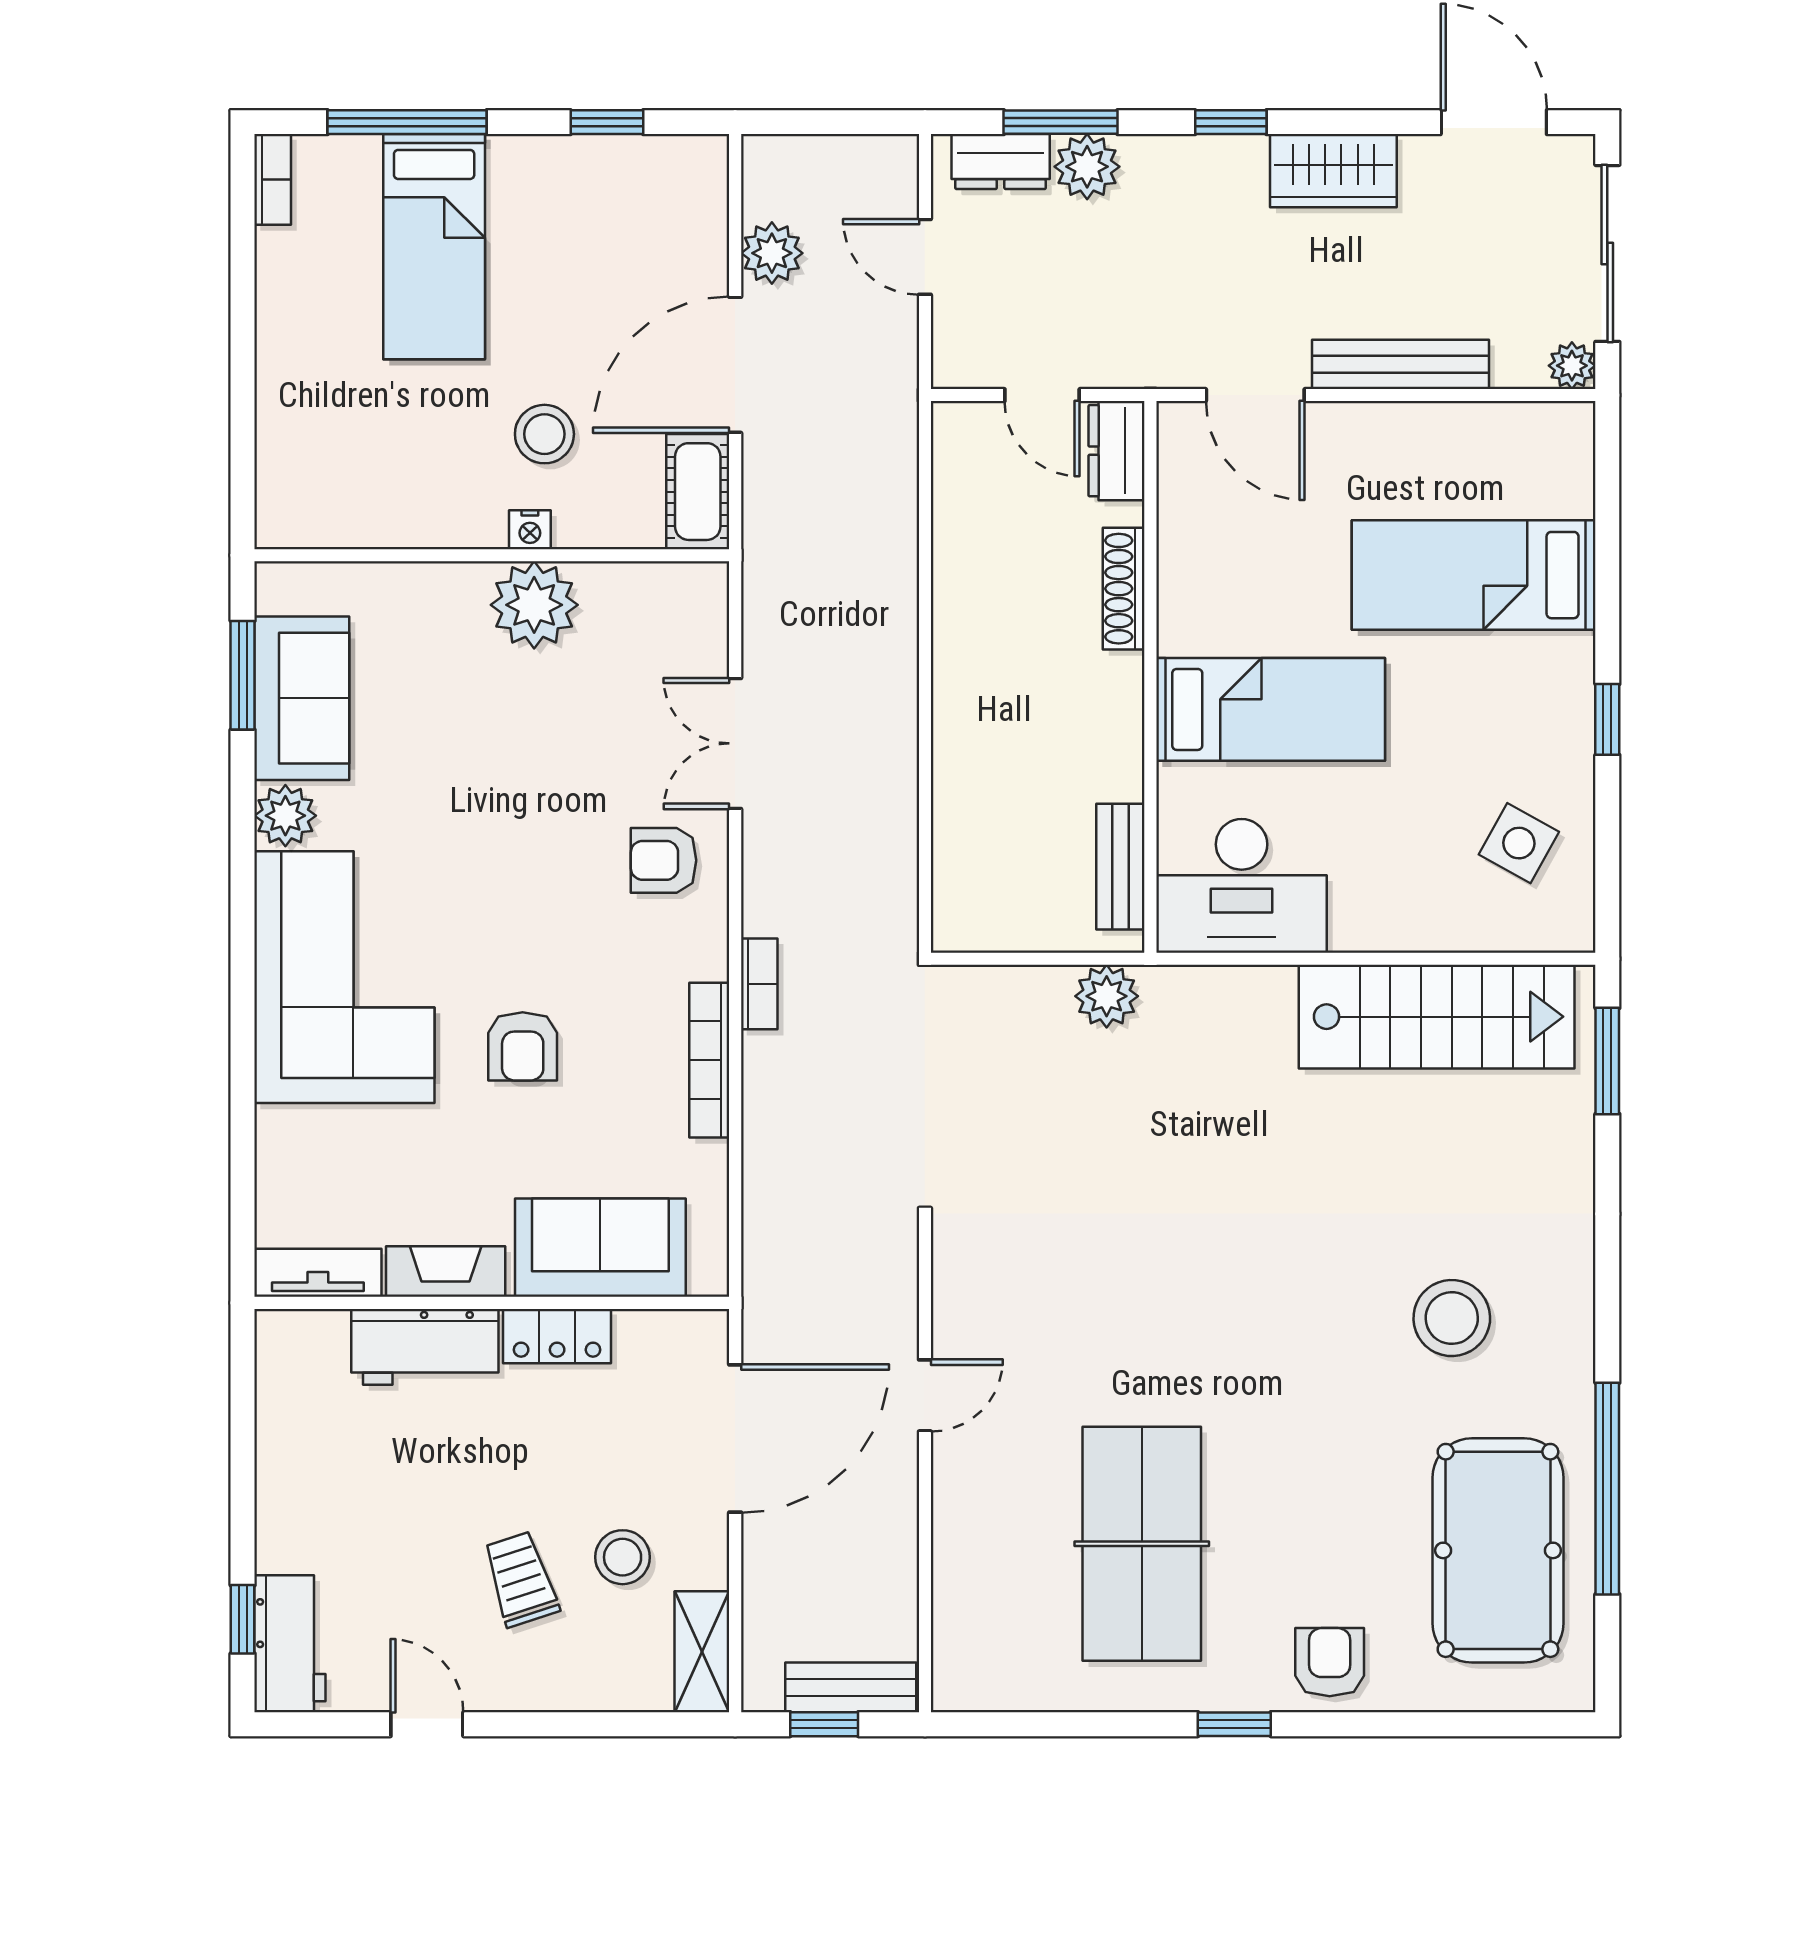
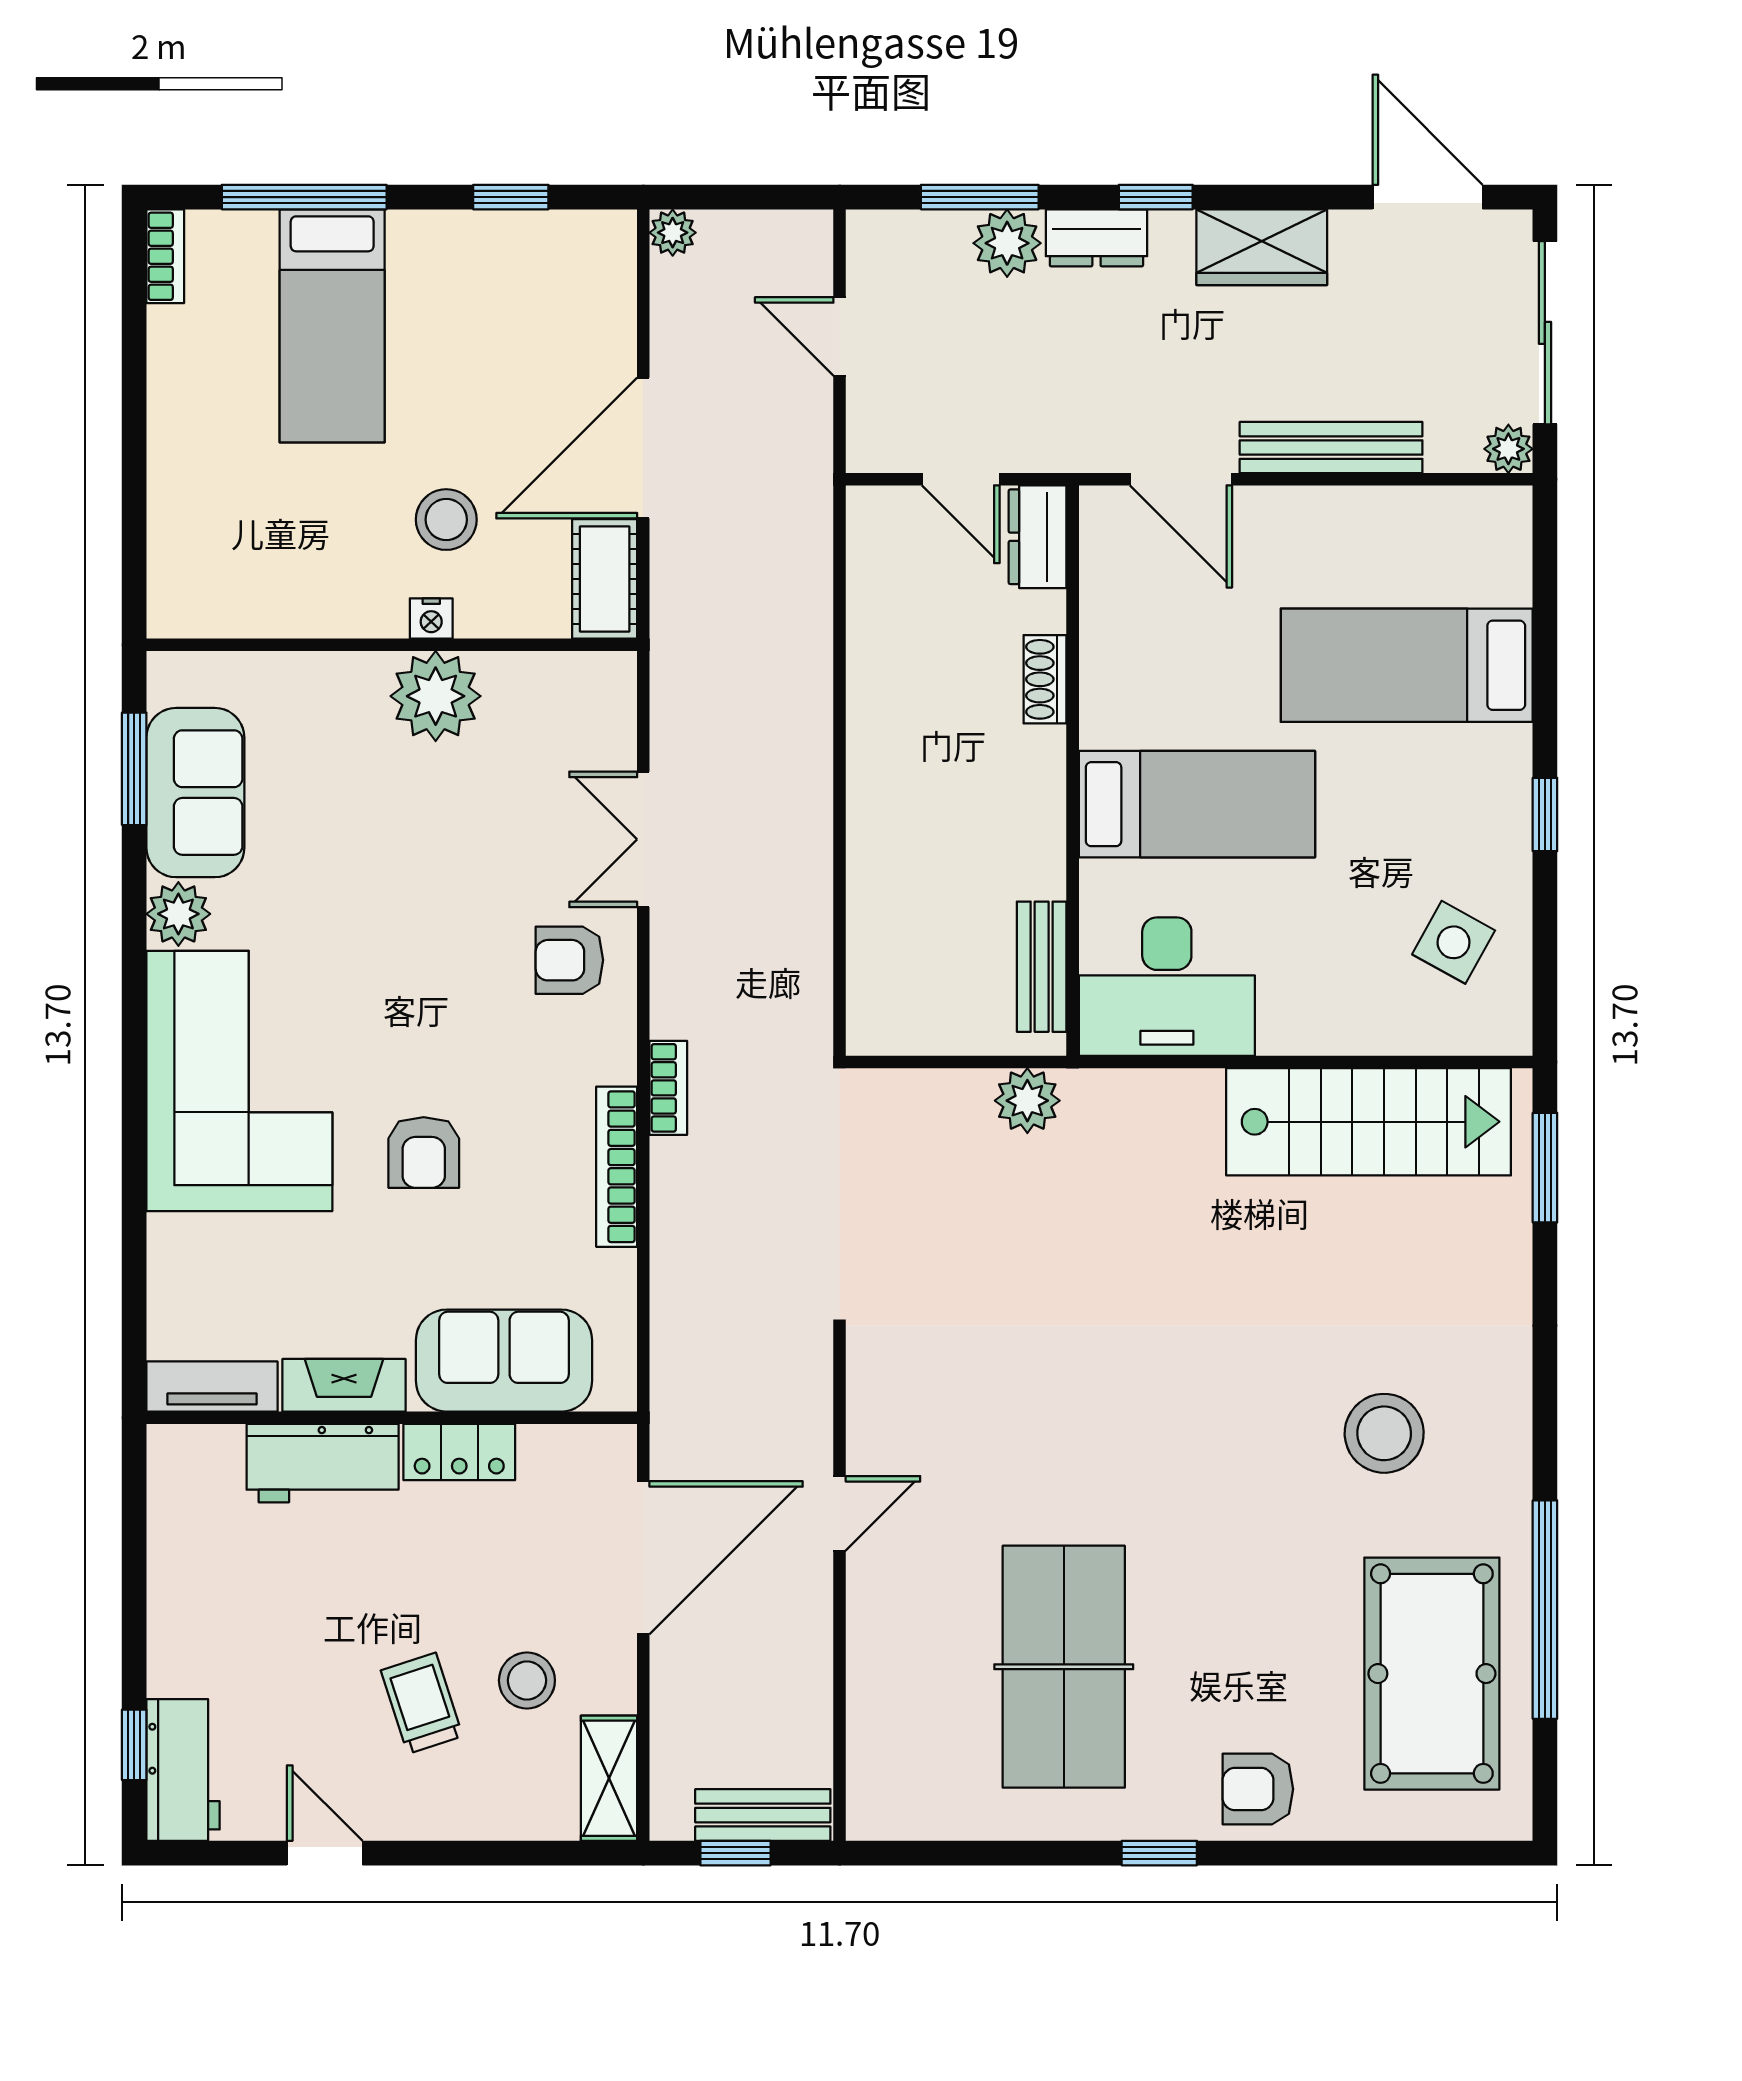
dresser: (1001, 162) -> (1096, 238), moved
plant: (772, 253) -> (673, 233), moved, width x0.73, depth x0.73
shoe rack: (1124, 589) -> (1045, 679), width x0.70
armchair: (1330, 1662) -> (1258, 1789), turned -90

